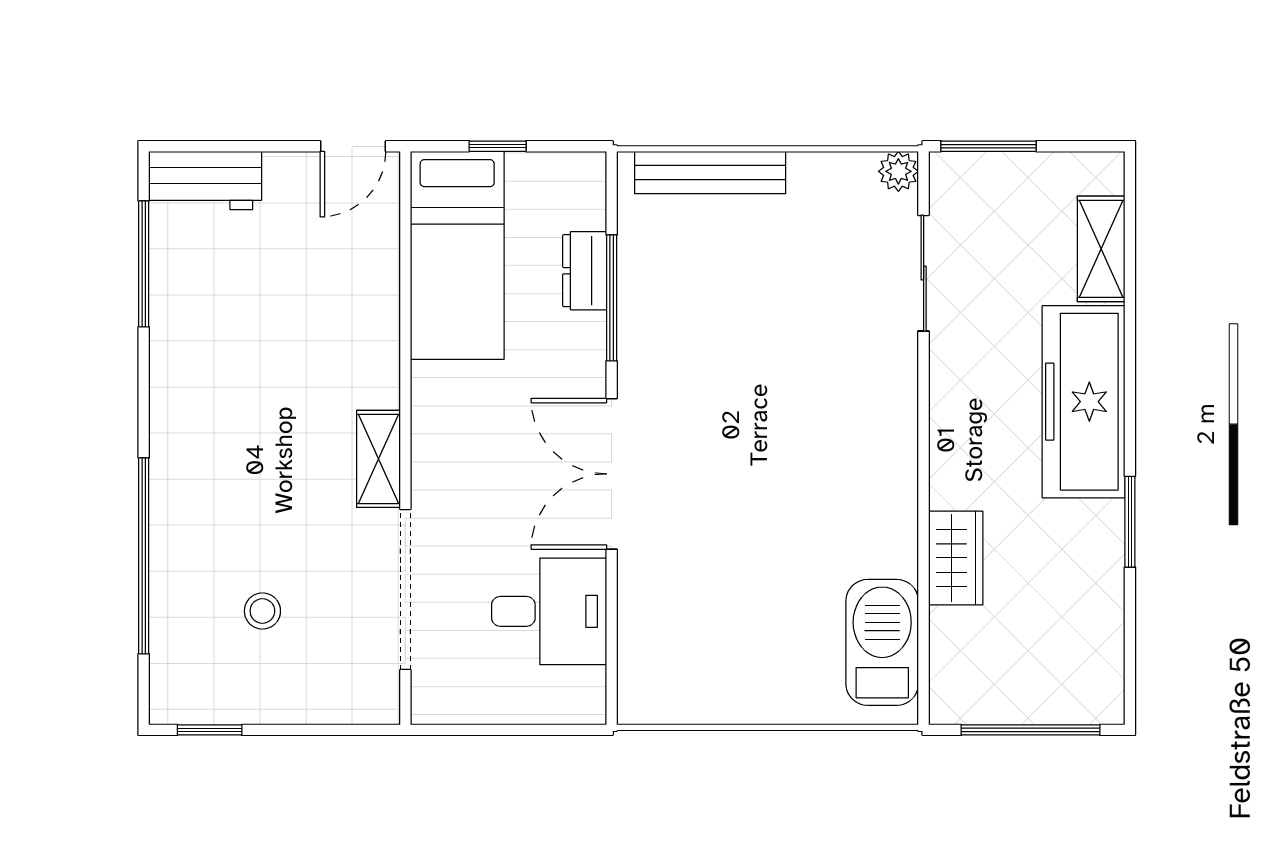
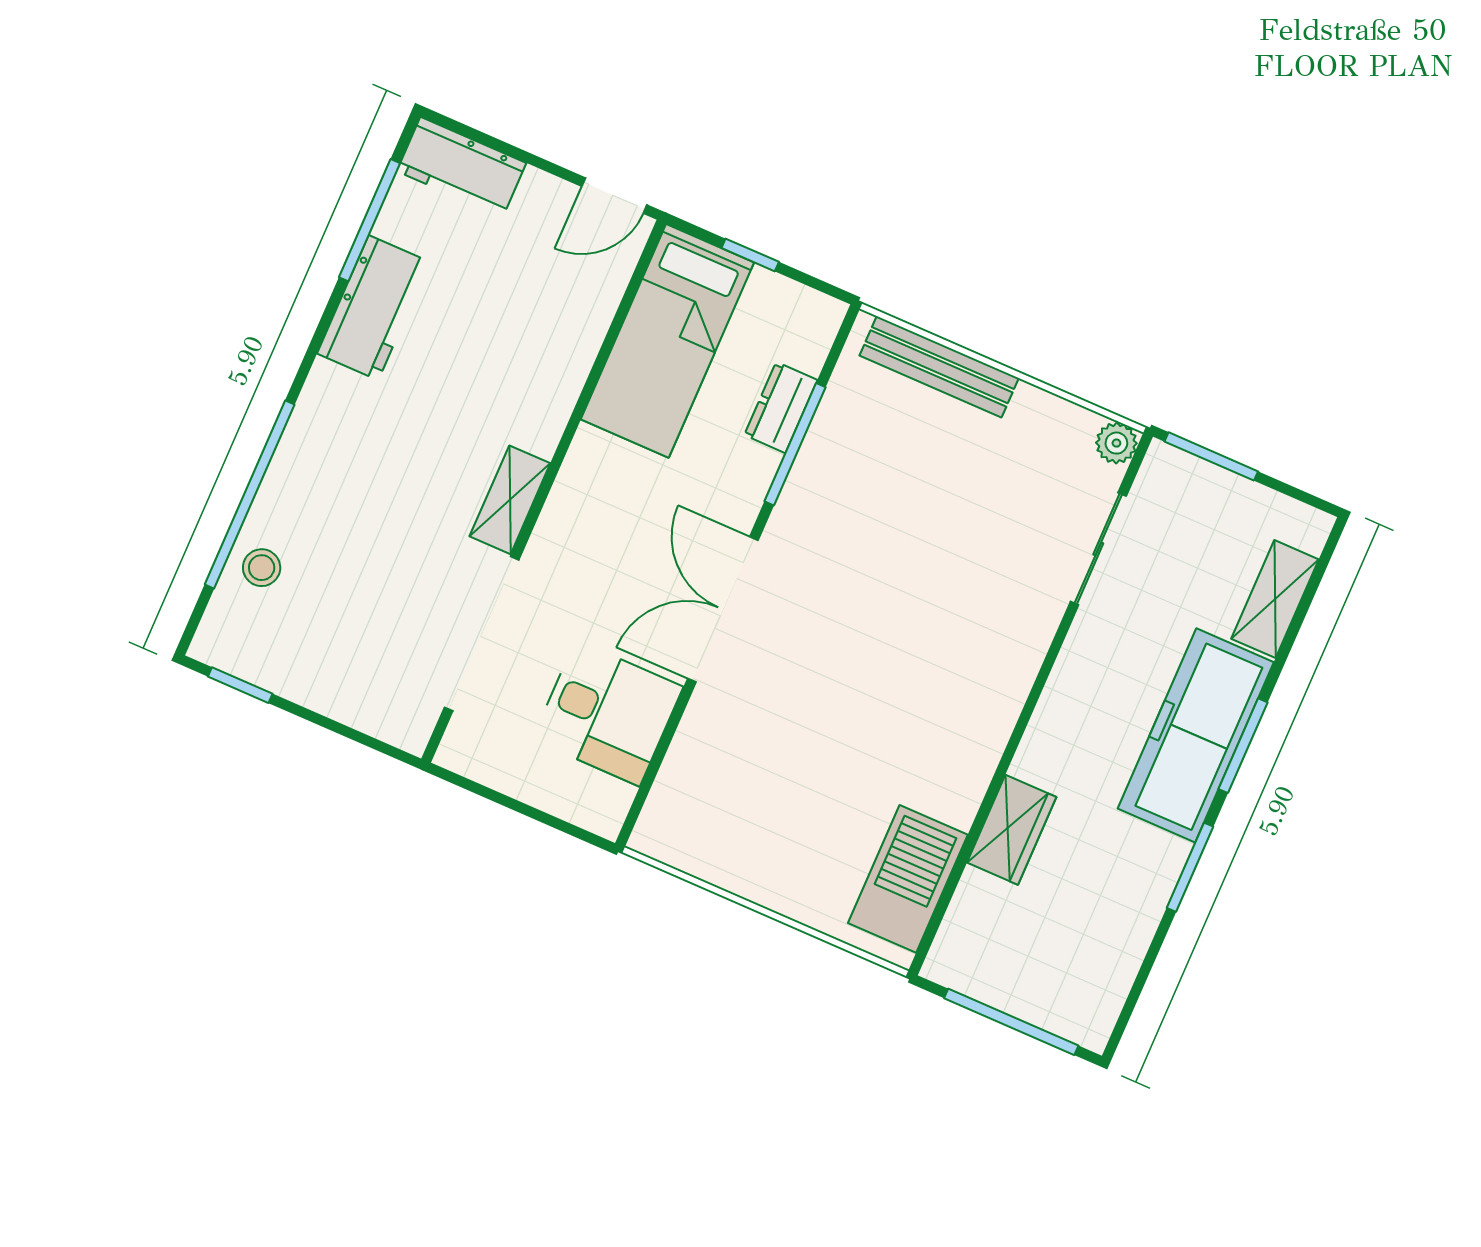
workbench: (181, 341) -> (373, 308), added
window: (1130, 392) -> (1243, 746), added
stool: (262, 611) -> (262, 568), moved

